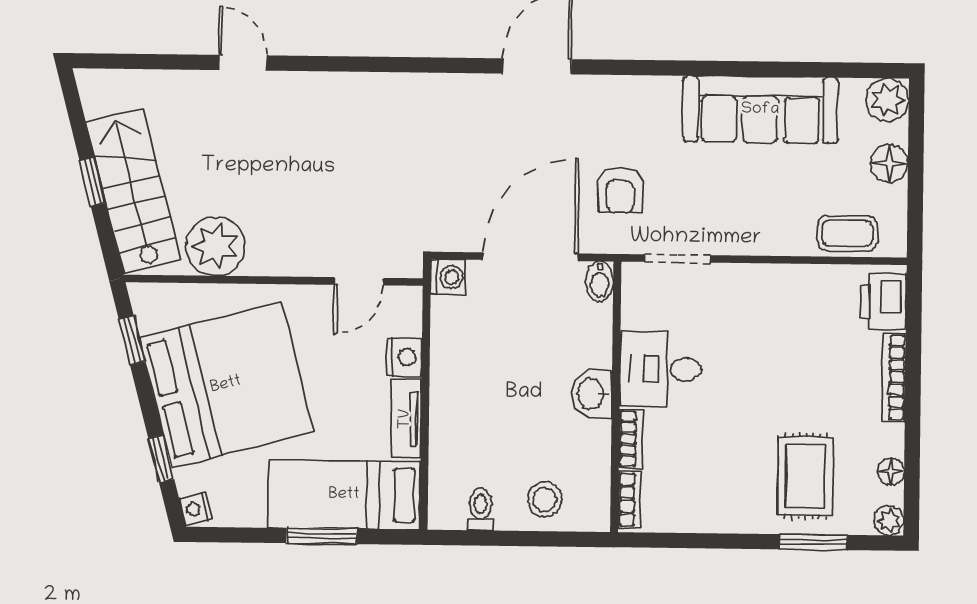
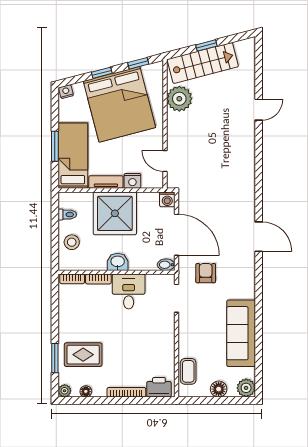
armchair: (620, 190) -> (206, 273), turned 90
shower: (479, 399) -> (115, 213), added
window: (161, 459) -> (102, 73), moved

